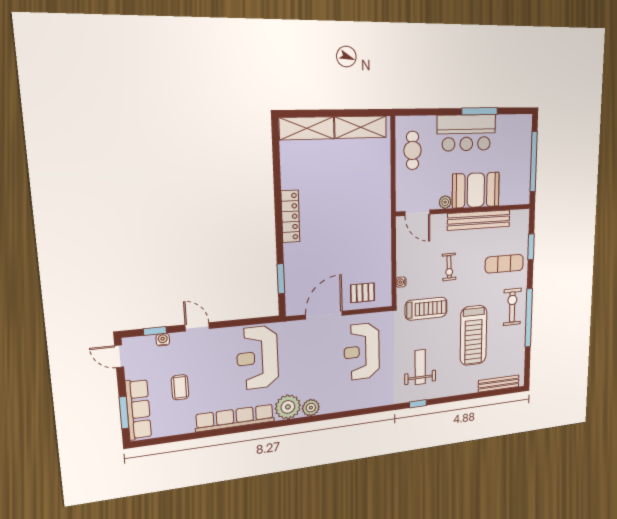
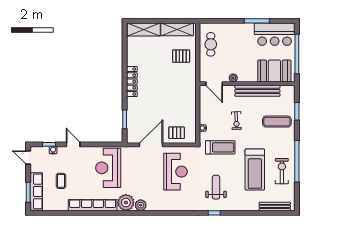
bar counter: (466, 133) -> (275, 34), moved
pallet: (368, 171) -> (181, 56), added
booth: (476, 190) -> (274, 71), moved
exercise bike: (512, 307) -> (282, 171), moved
reception desk: (362, 351) -> (175, 172), turned 180

